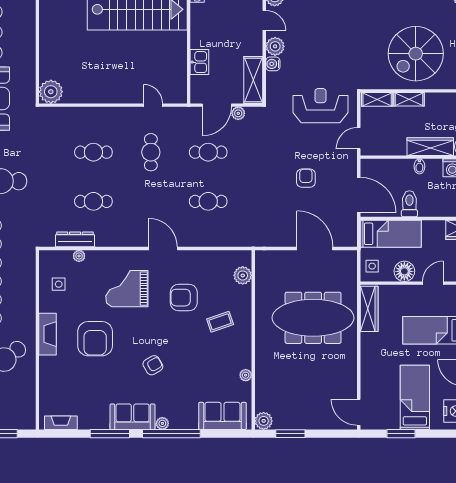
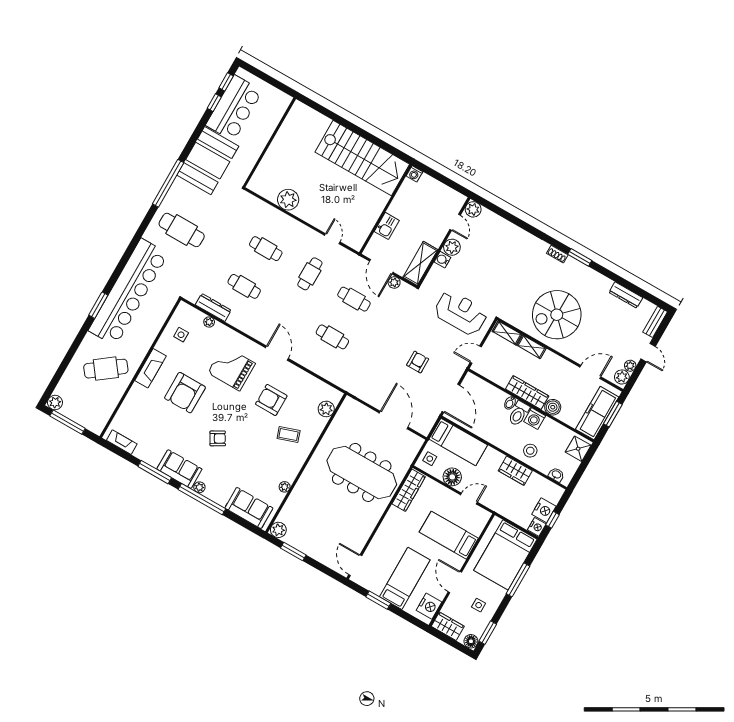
plant: (51, 92) -> (288, 200), moved
door: (217, 105) -> (381, 267), hinge flipped
toilet: (409, 204) -> (519, 414), moved, turned 180

